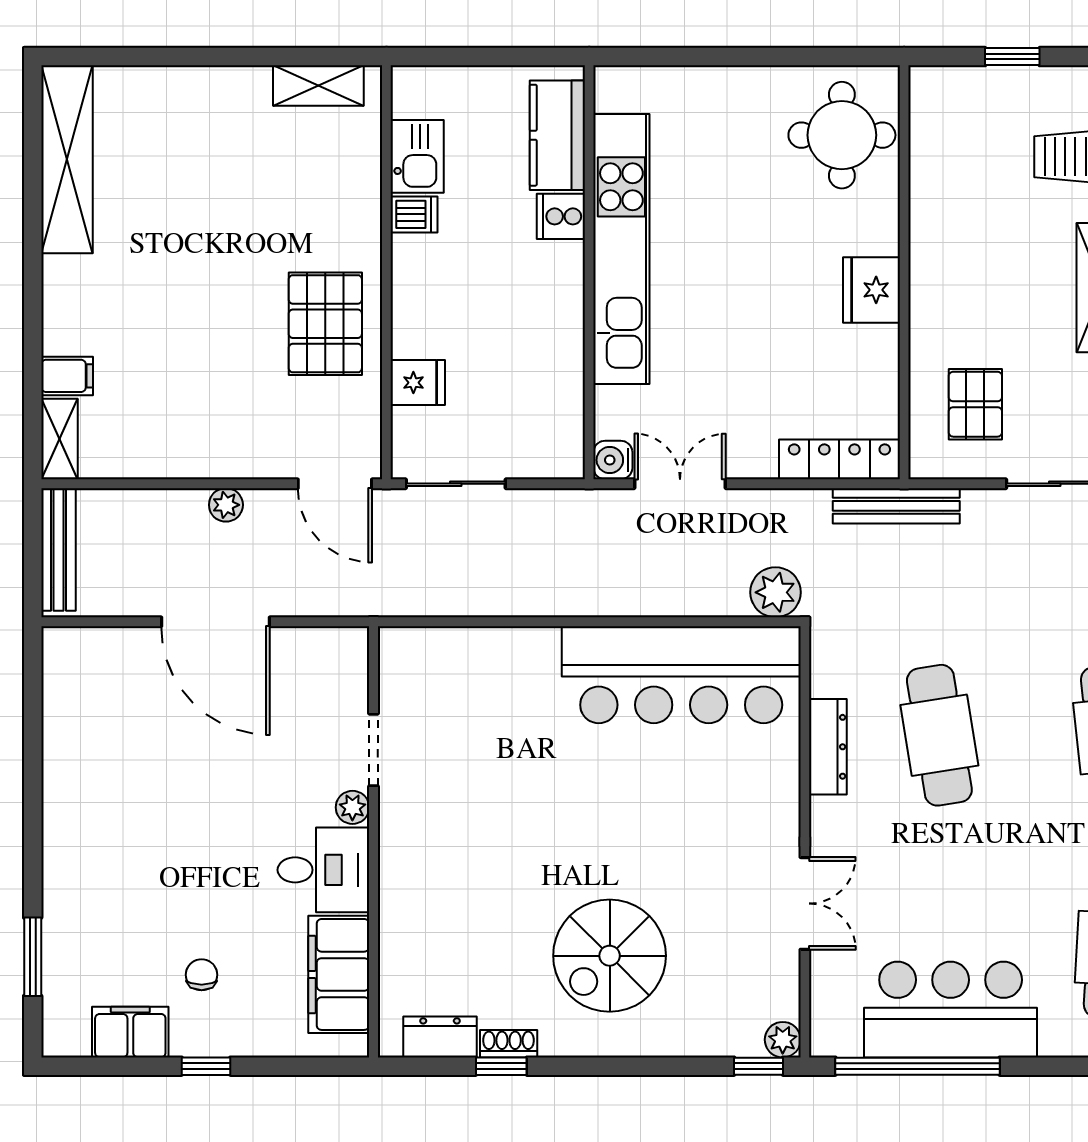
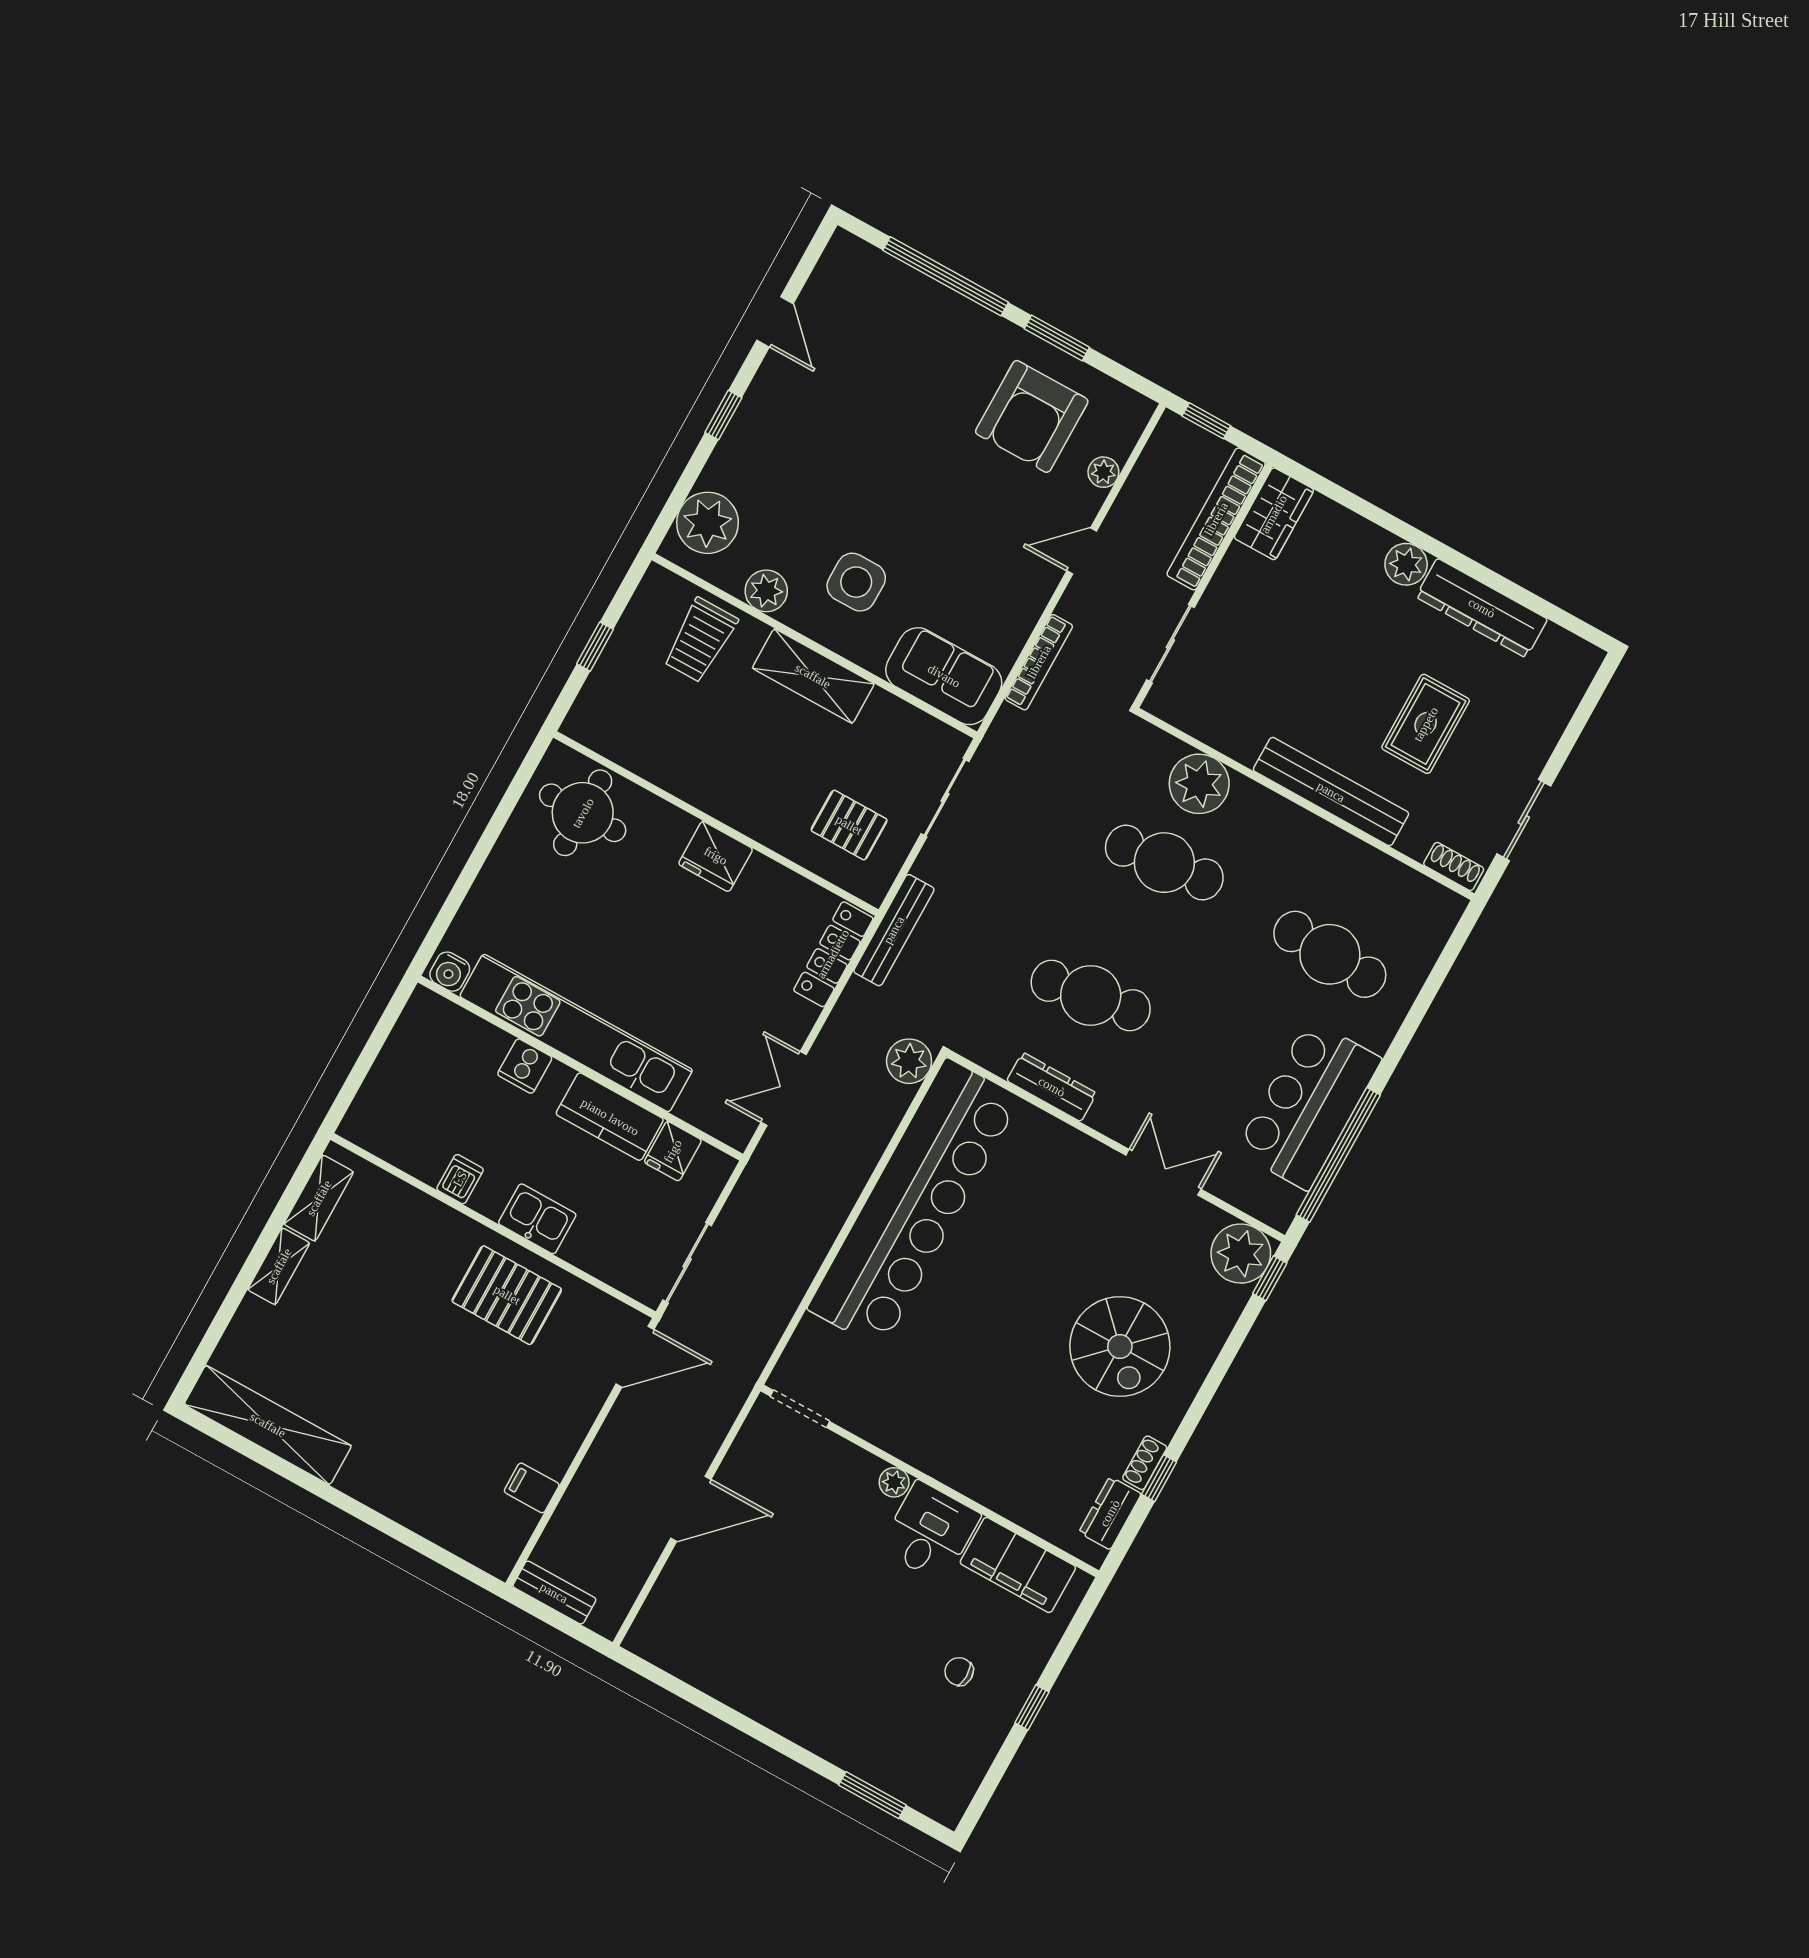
kitchen counter: (557, 135) -> (610, 1117), moved
kitchen sink: (417, 156) -> (537, 1219), moved
filing cabinet: (67, 376) -> (532, 1488), moved, turned -90
fridge: (418, 383) -> (673, 1151), moved, turned 180
shelving: (59, 439) -> (279, 1266), moved, turned 90
water cooler: (613, 460) -> (450, 972), moved
plant: (226, 505) -> (605, 1450), removed
bench: (58, 549) -> (554, 1593), width x0.73
door: (215, 622) -> (691, 1509), width x0.73
bar counter: (681, 675) -> (914, 1204), width x1.36
doorway: (373, 750) -> (800, 1409), moved
filing cabinet: (130, 1032) -> (973, 1752), removed
plant: (783, 1040) -> (1241, 1254), width x1.88, depth x1.88

